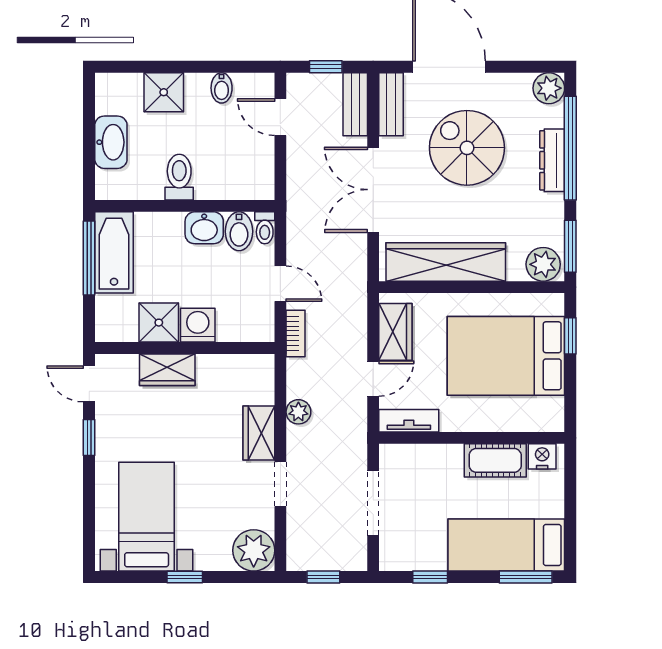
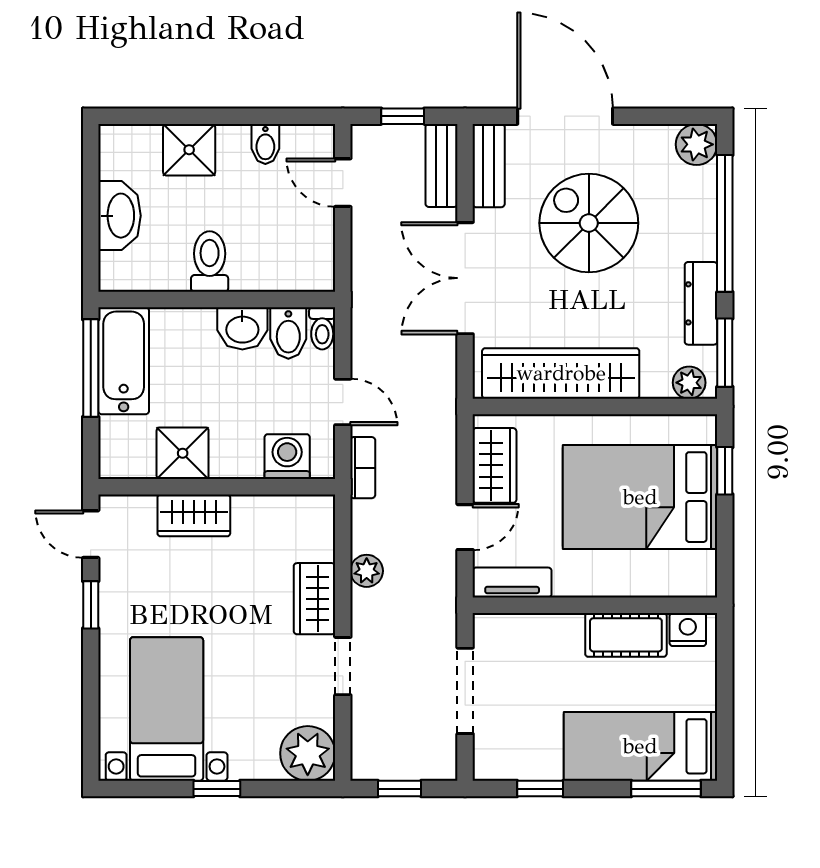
dresser: (552, 160) -> (701, 303), moved
plant: (543, 264) -> (689, 383), width x0.73, depth x0.73
washing machine: (198, 325) -> (287, 457), moved

